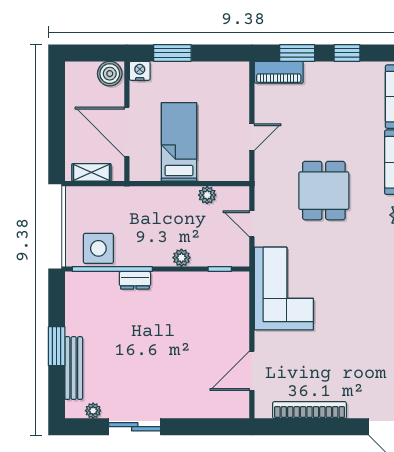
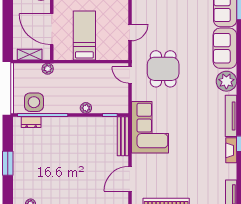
dining table: (324, 191) -> (163, 69), moved
plant: (207, 195) -> (48, 69), moved
door: (252, 224) -> (130, 75), moved
dresser: (135, 280) -> (31, 122), moved
bench: (74, 368) -> (123, 136), moved

